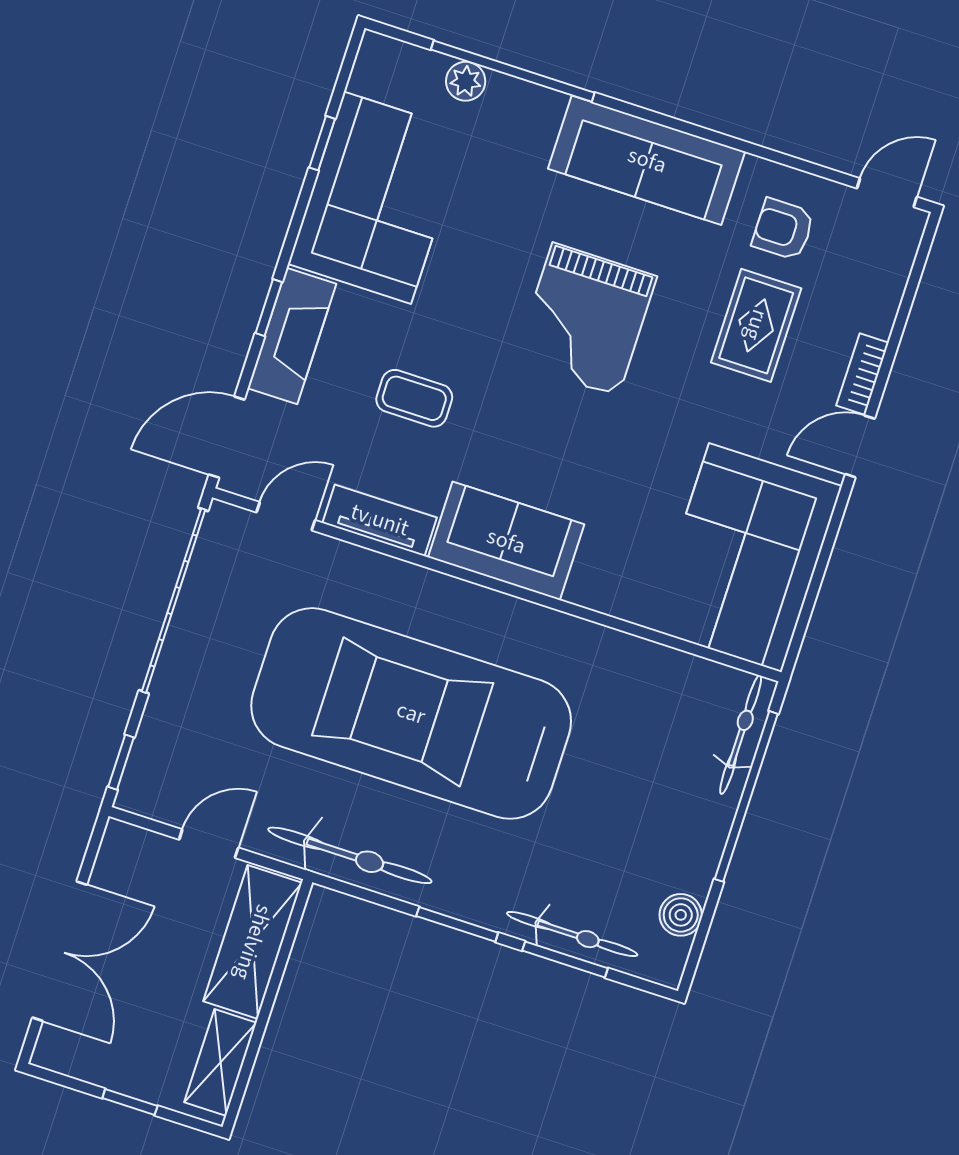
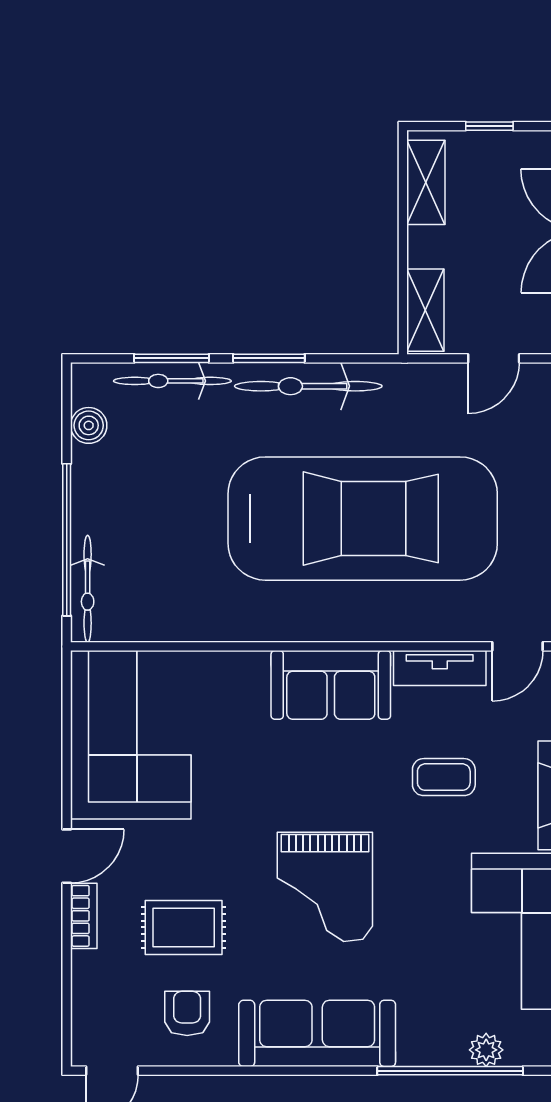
armchair: (783, 229) -> (187, 1013), turned -90
grand piano: (585, 320) -> (325, 887), turned 180
rug: (756, 325) -> (184, 927), turned 90
bicycle: (350, 855) -> (308, 386), moved
shelving: (253, 942) -> (425, 310), width x0.67, depth x0.75

